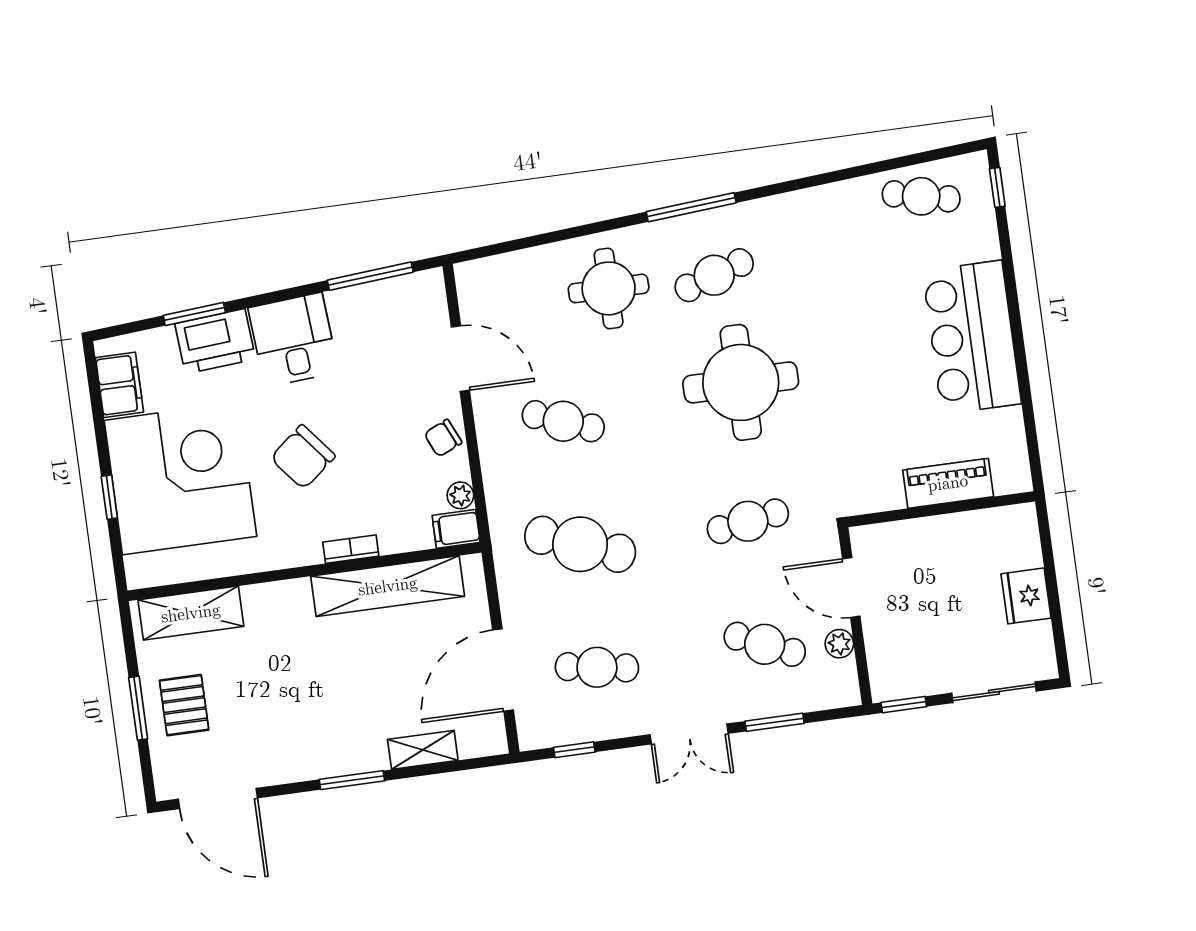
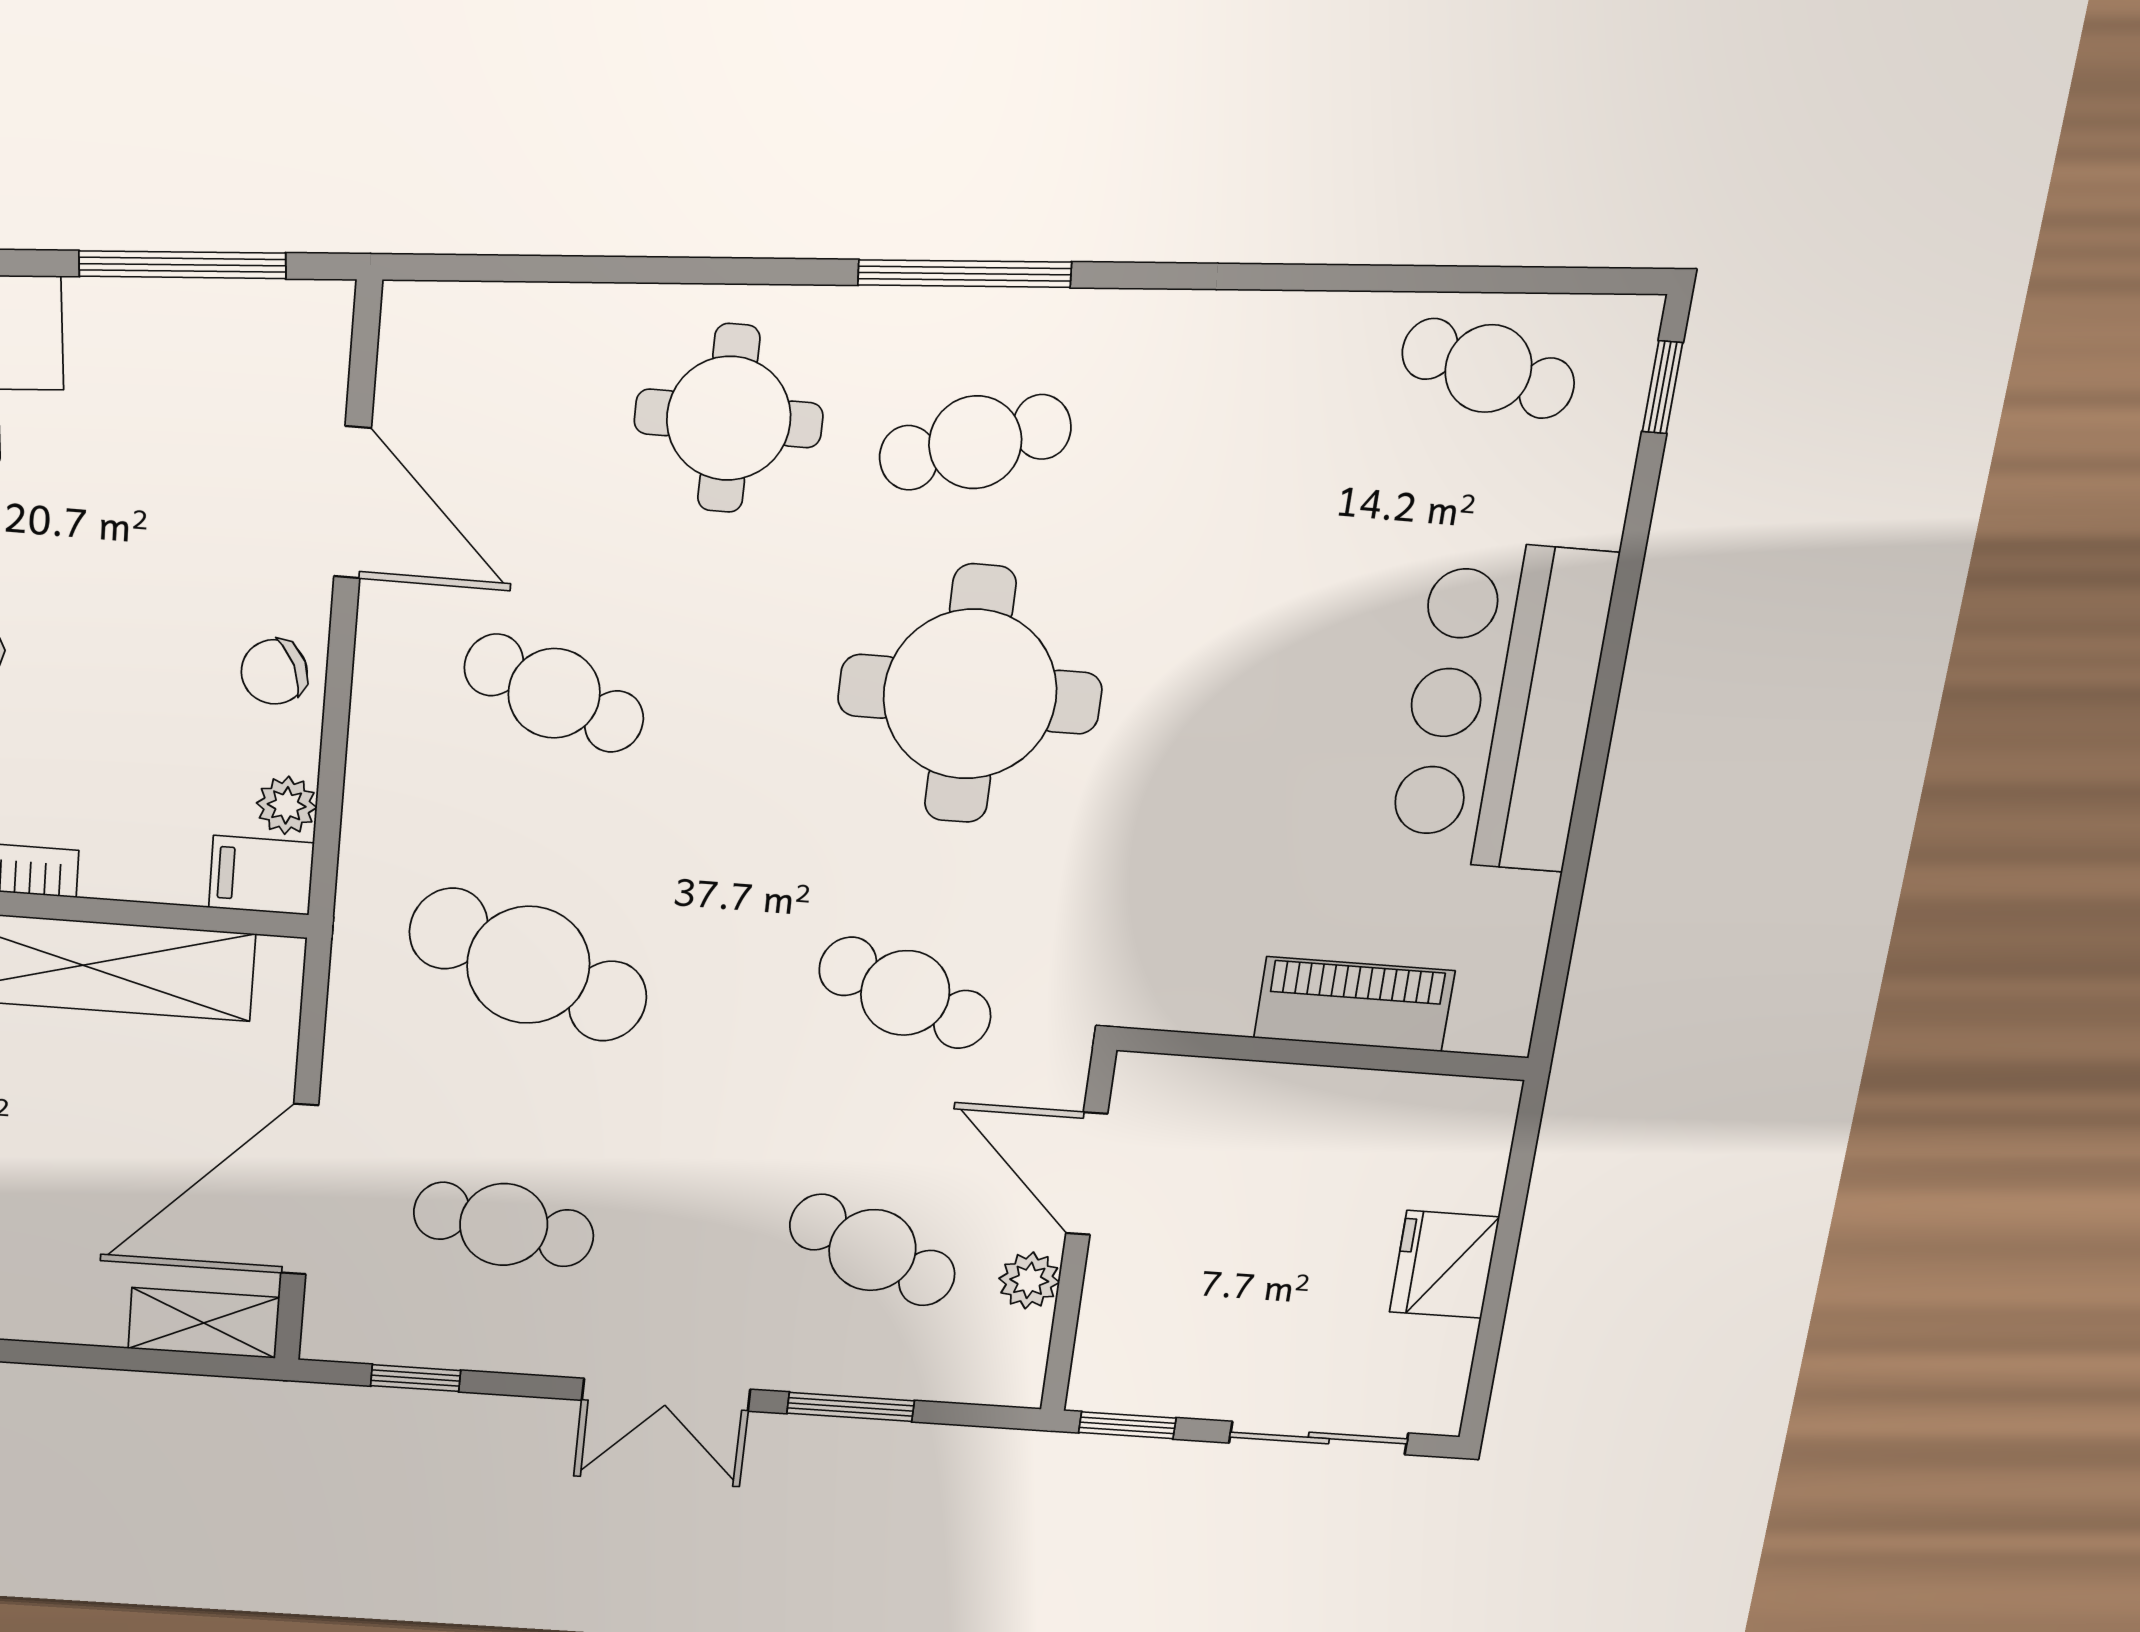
cafe table: (748, 521) -> (905, 993), turned 30
shelving: (423, 750) -> (204, 1323), moved

